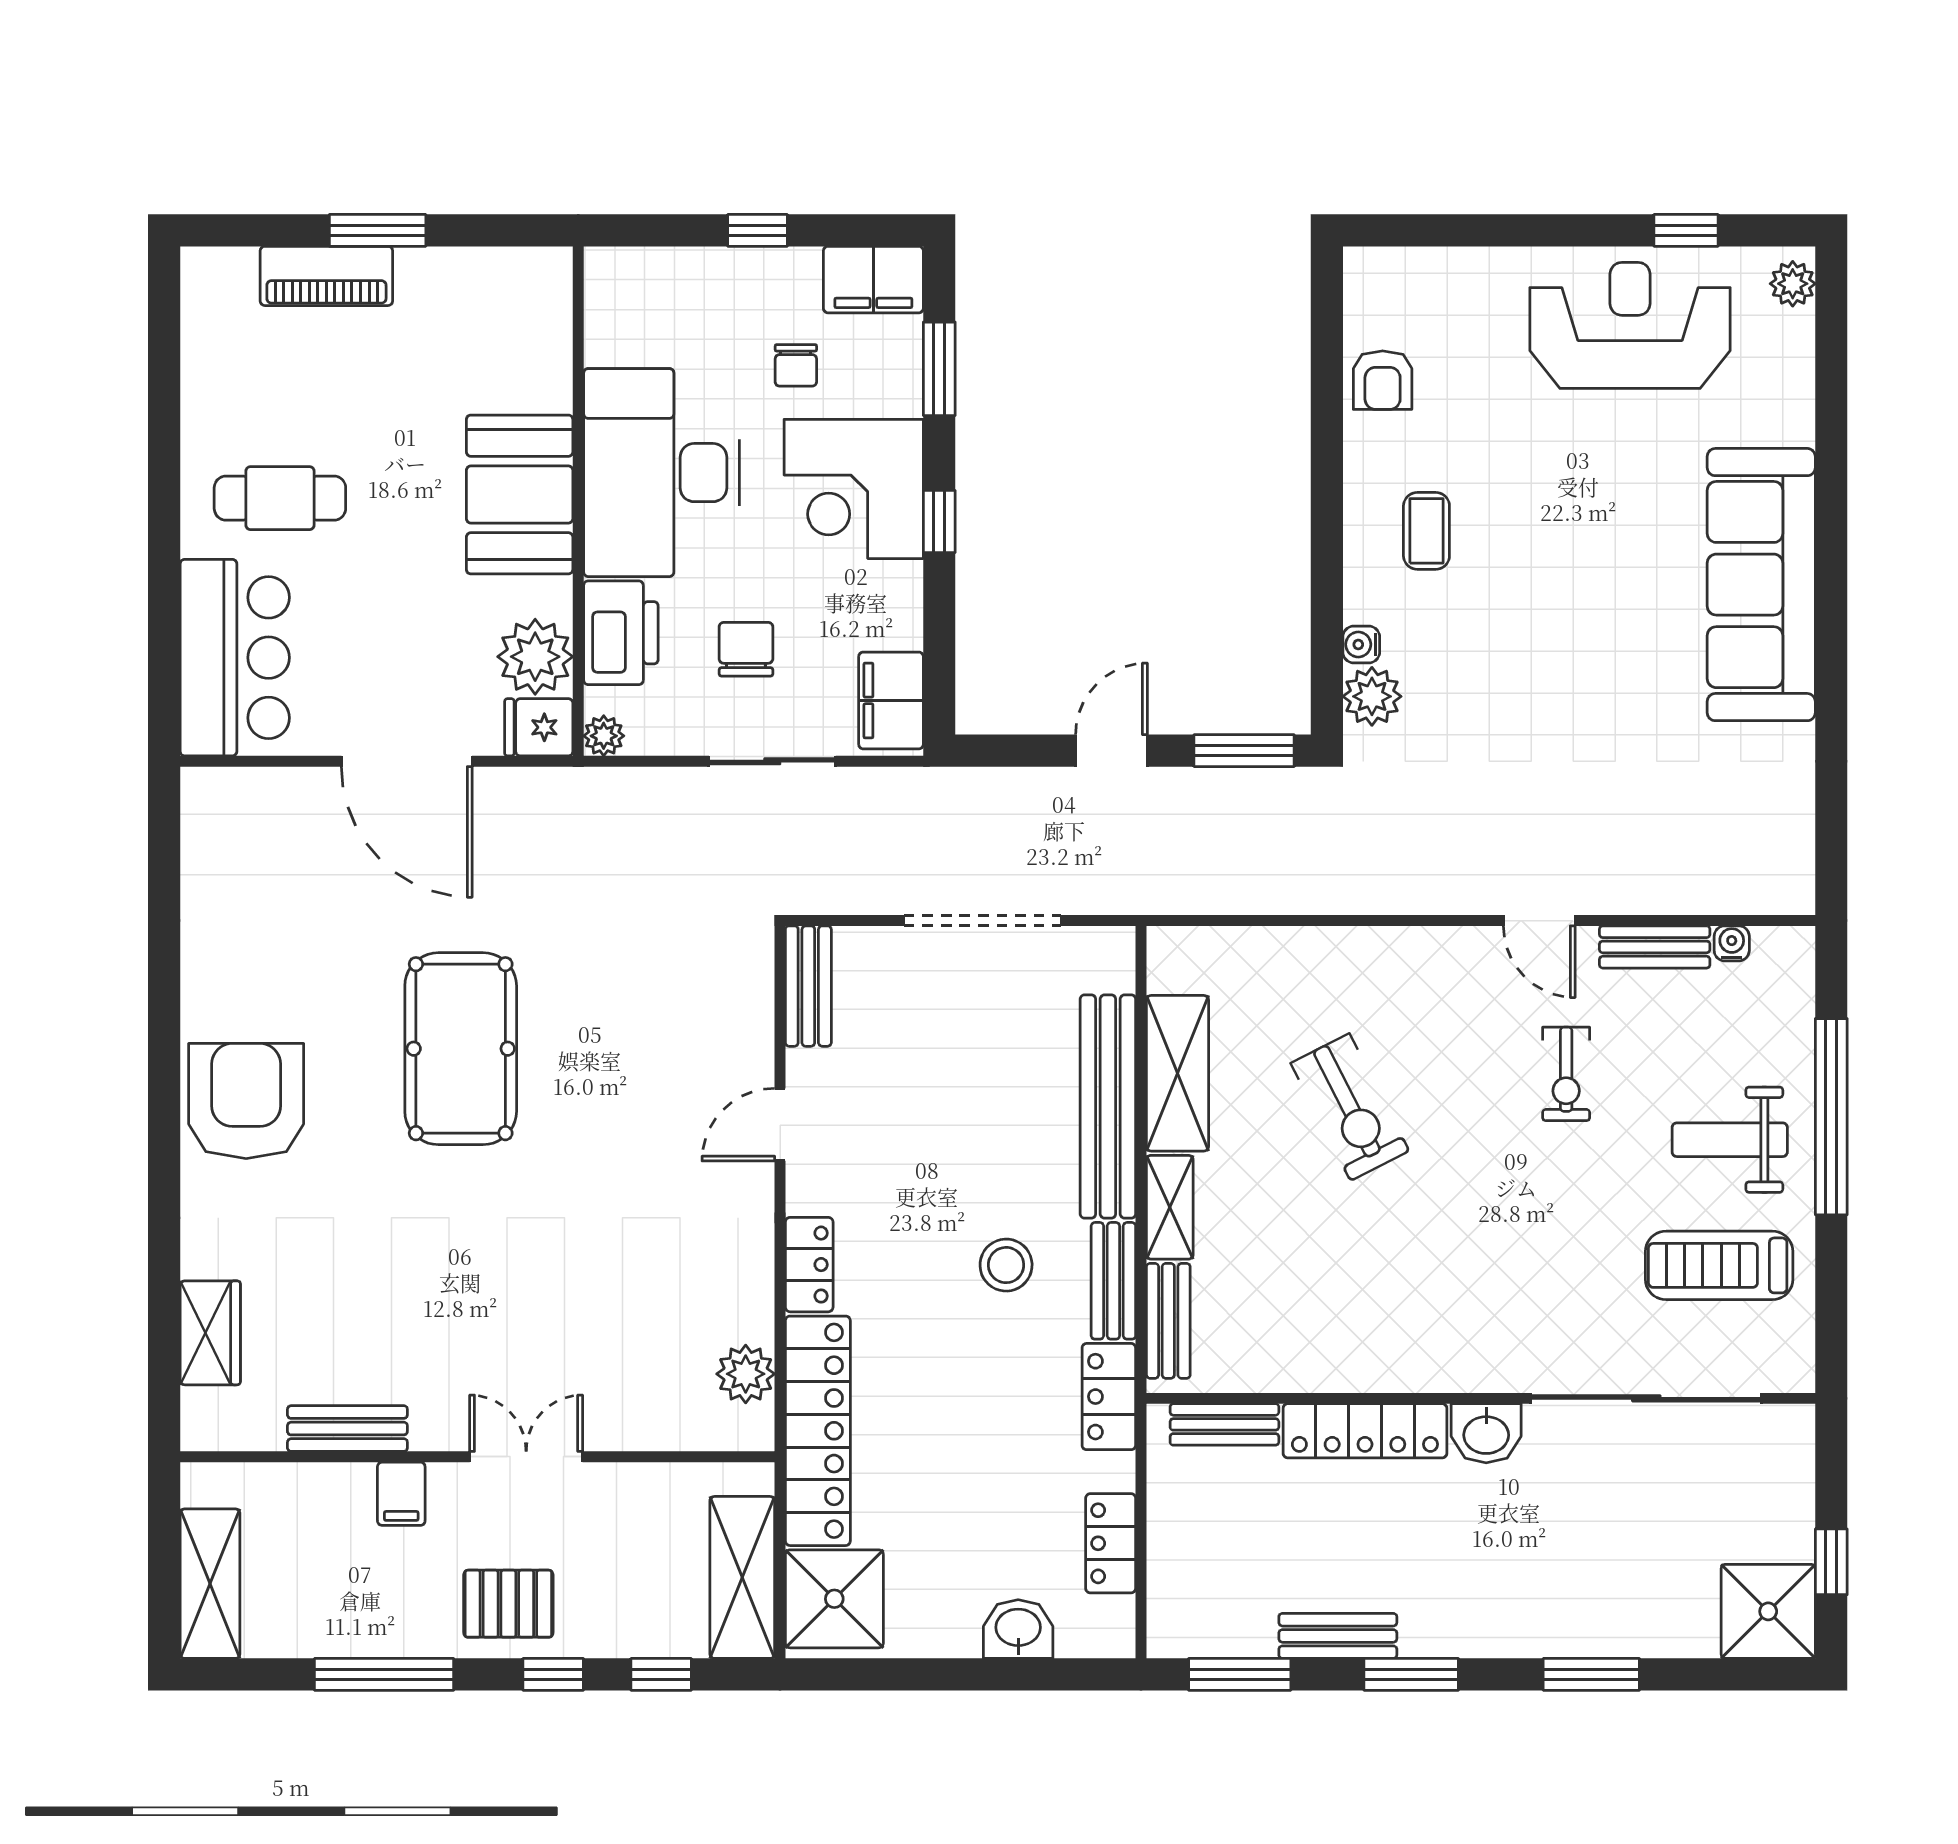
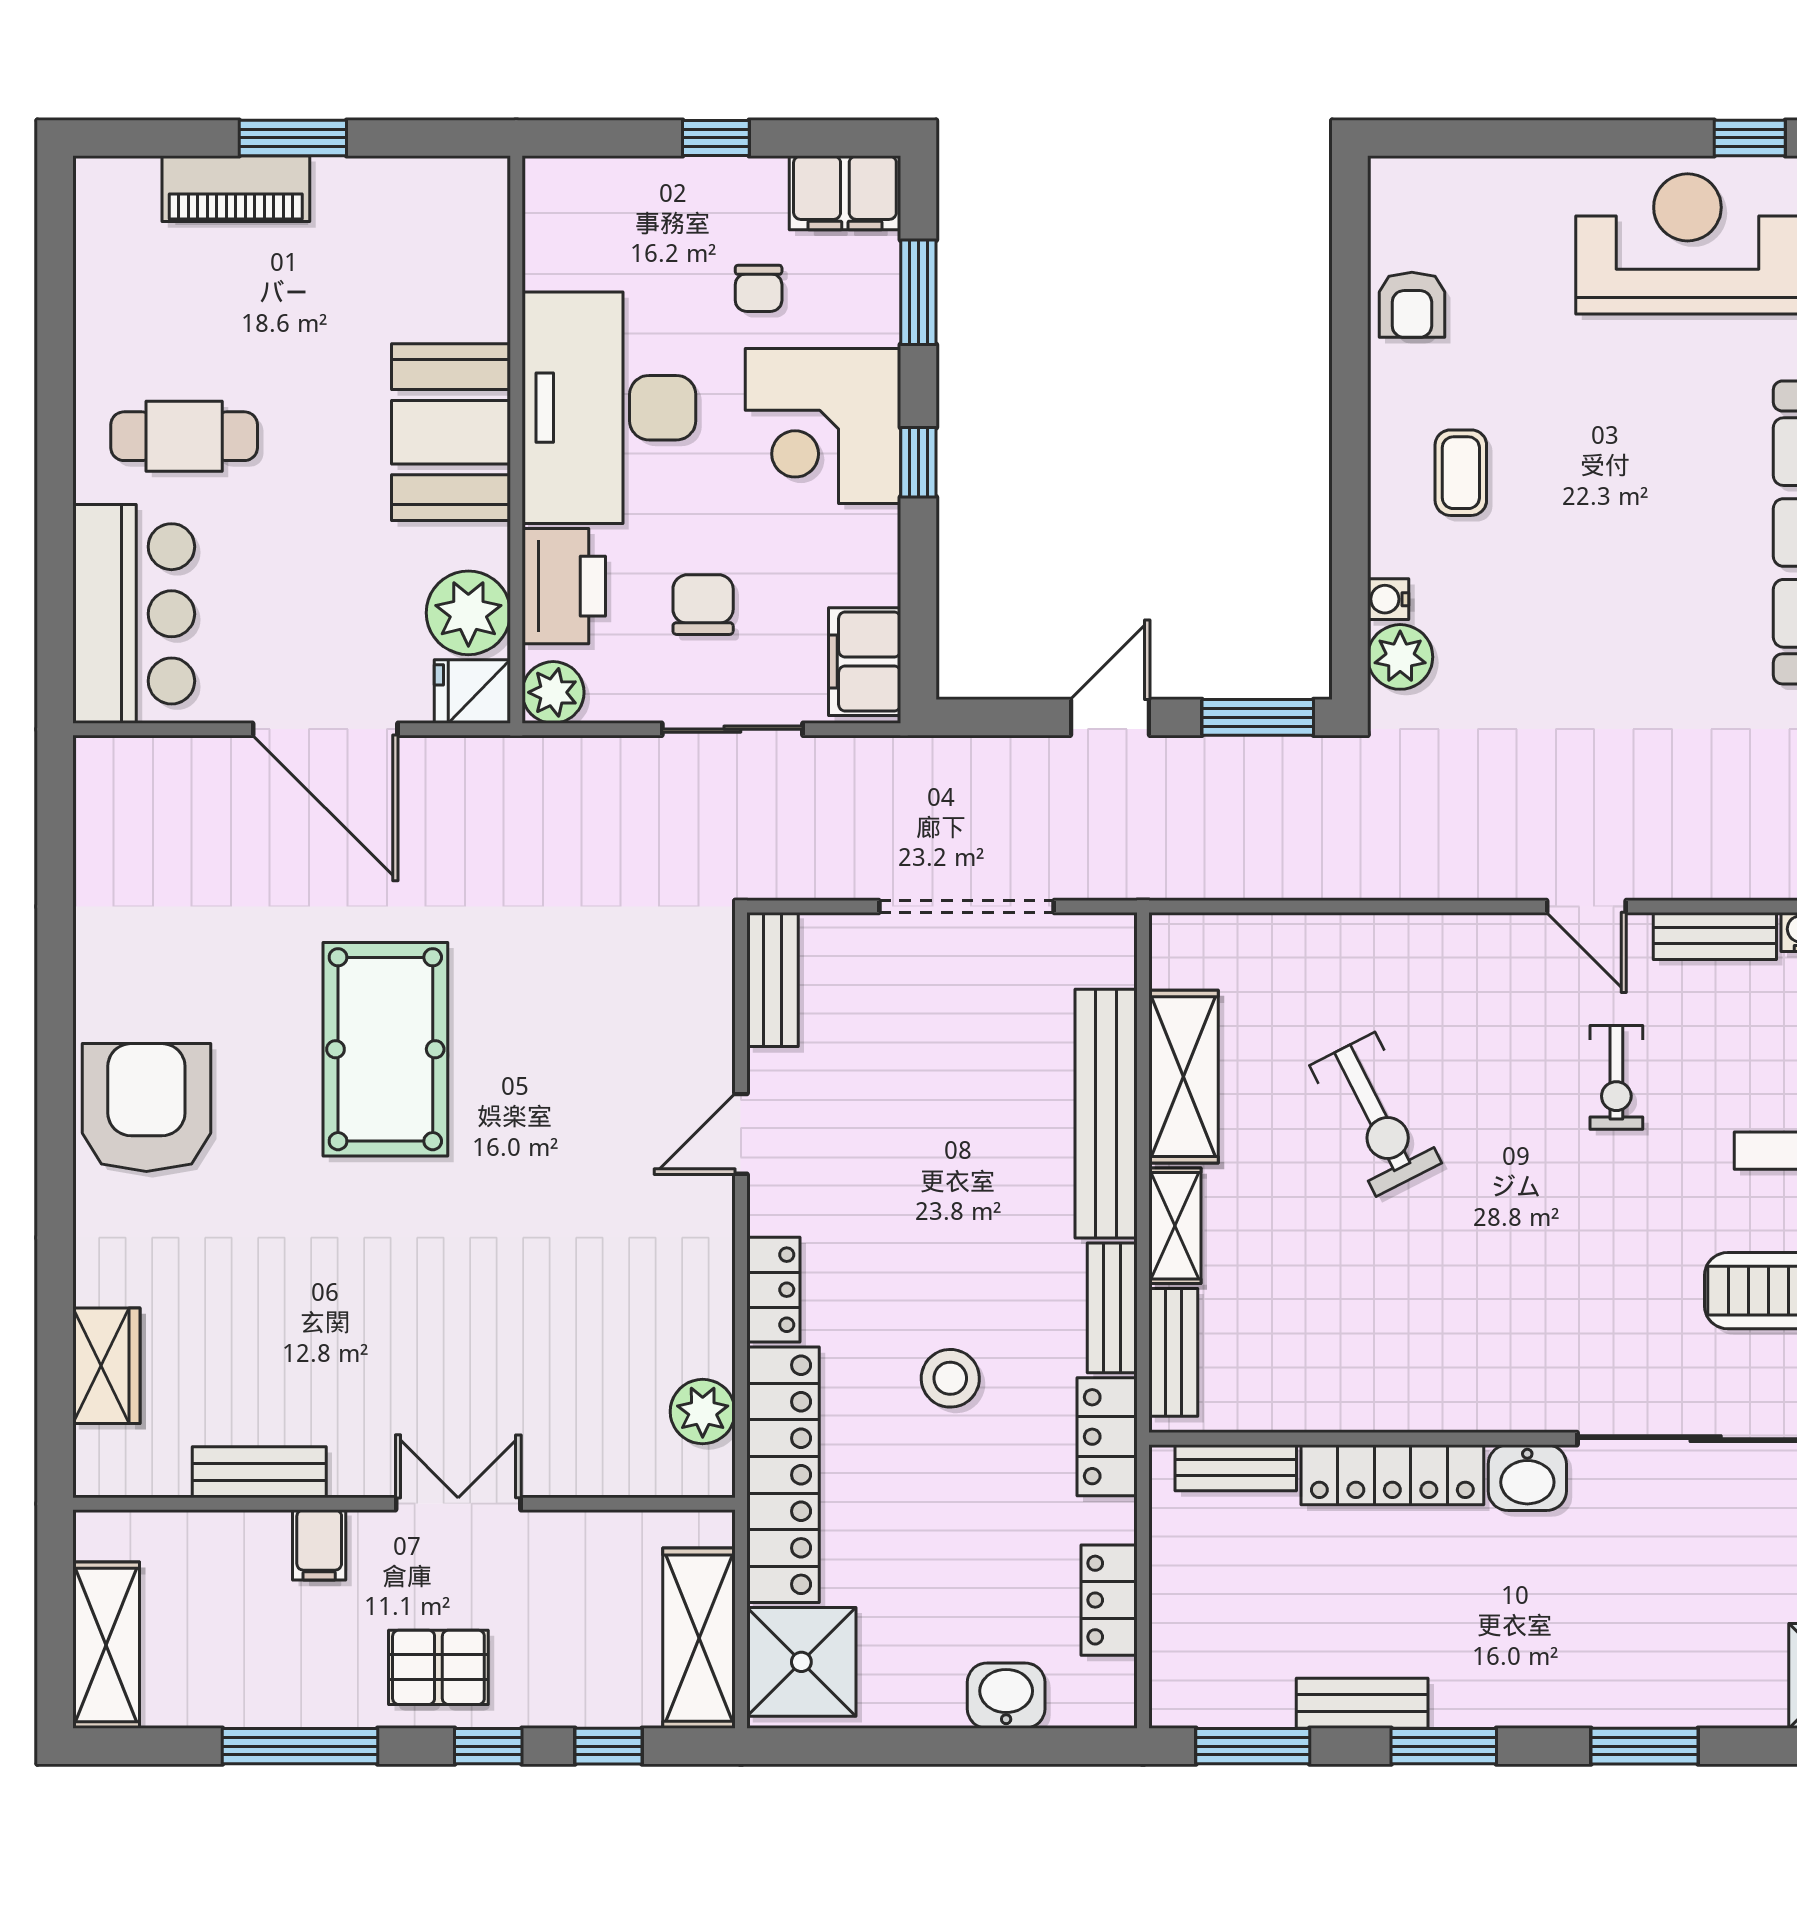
plant: (604, 736) -> (553, 692), width x1.38, depth x1.38
stool: (1006, 1265) -> (950, 1378), moved

